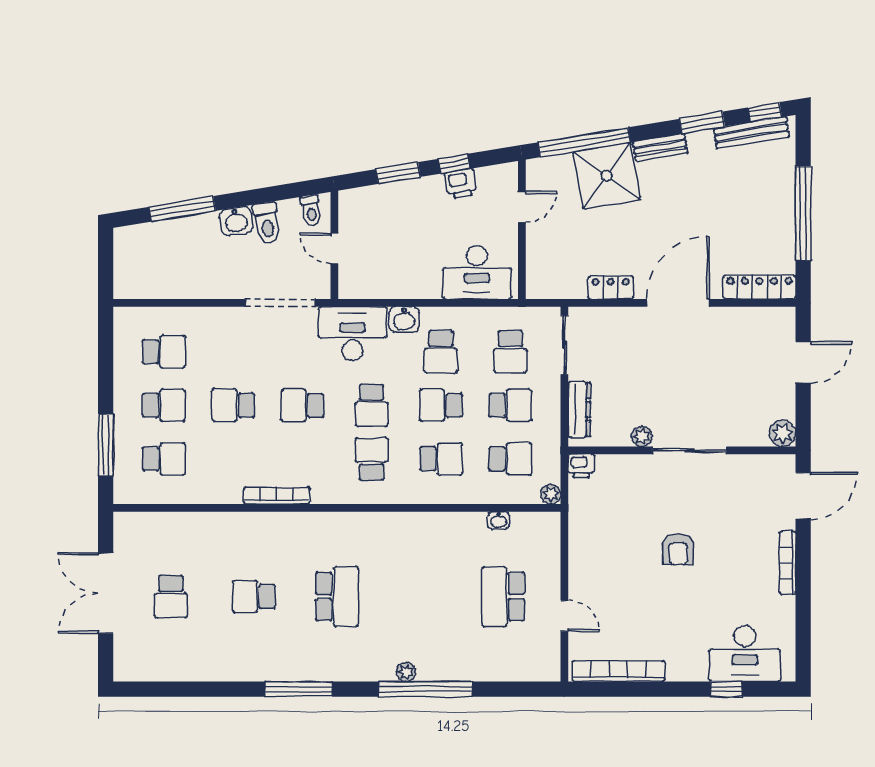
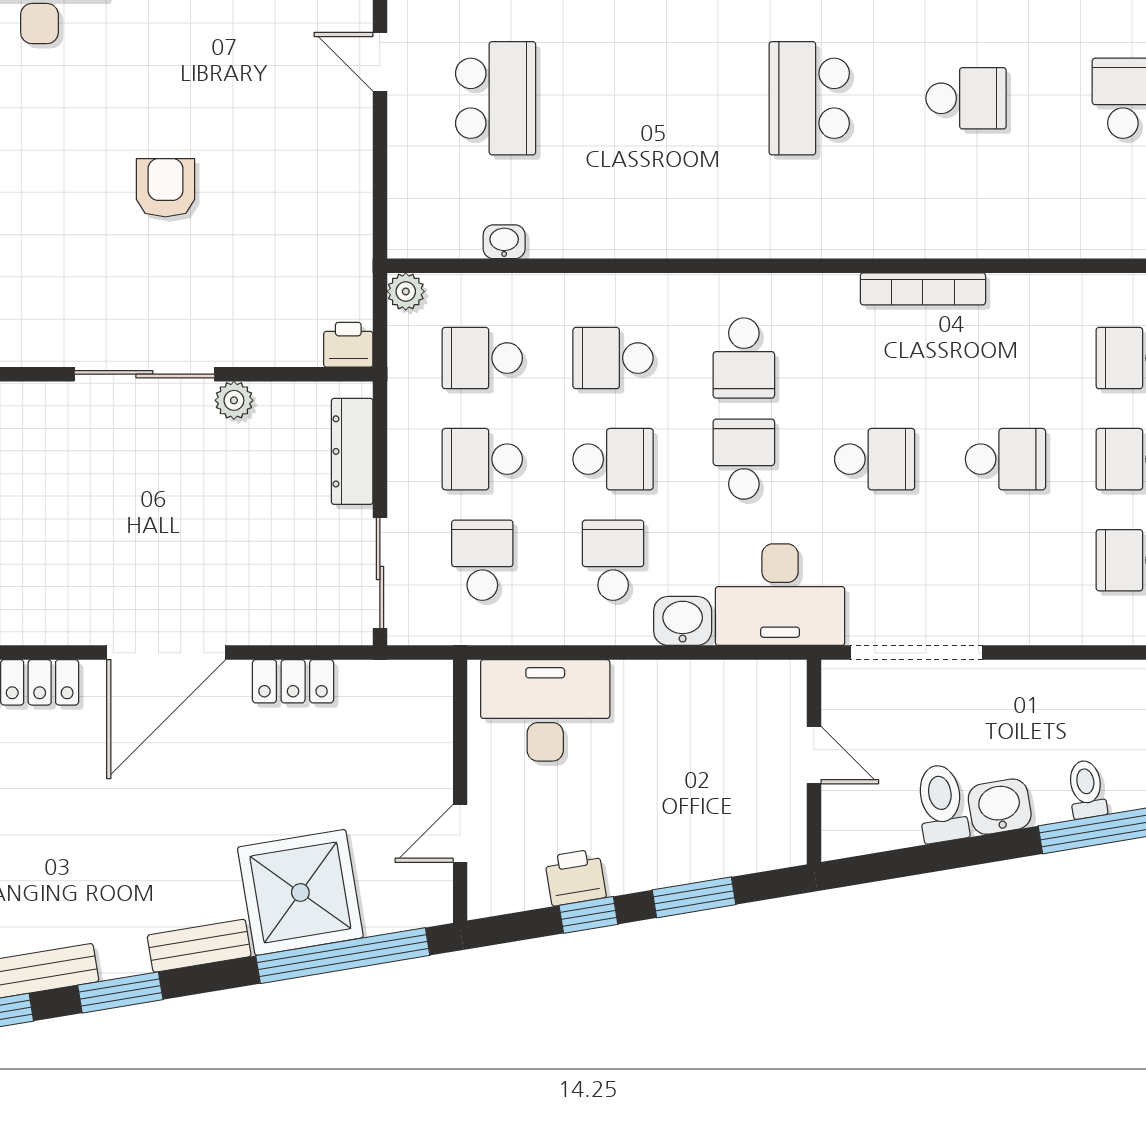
toilet: (311, 210) -> (1087, 789), moved

